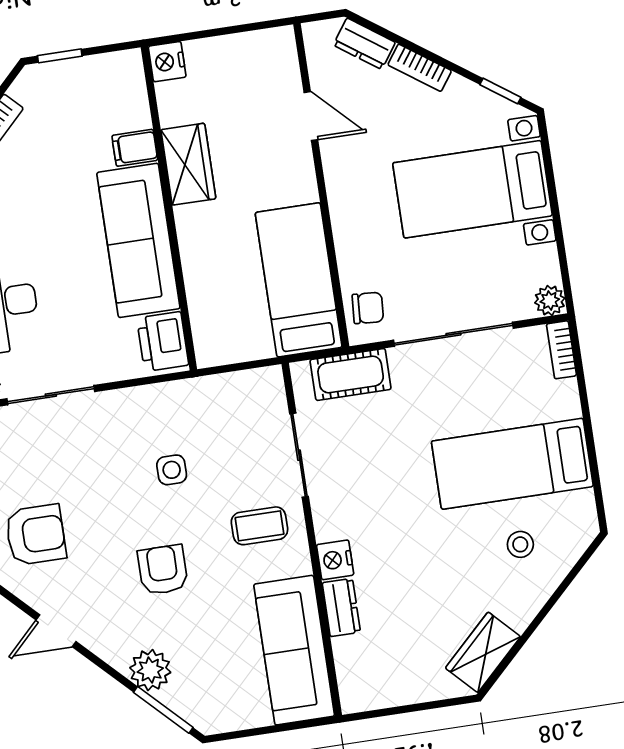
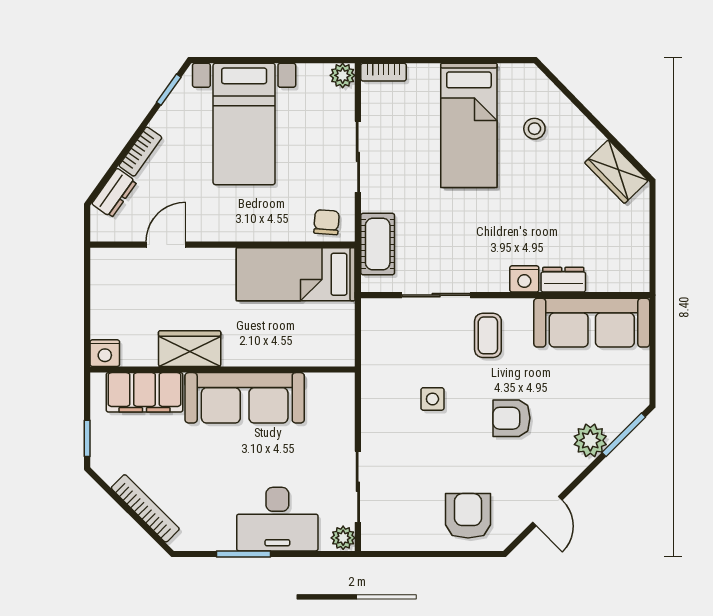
filing cabinet: (135, 148) -> (144, 392), width x3.00, depth x1.17
sliding door: (453, 334) -> (358, 157), width x0.73
printer: (163, 342) -> (329, 391), removed

